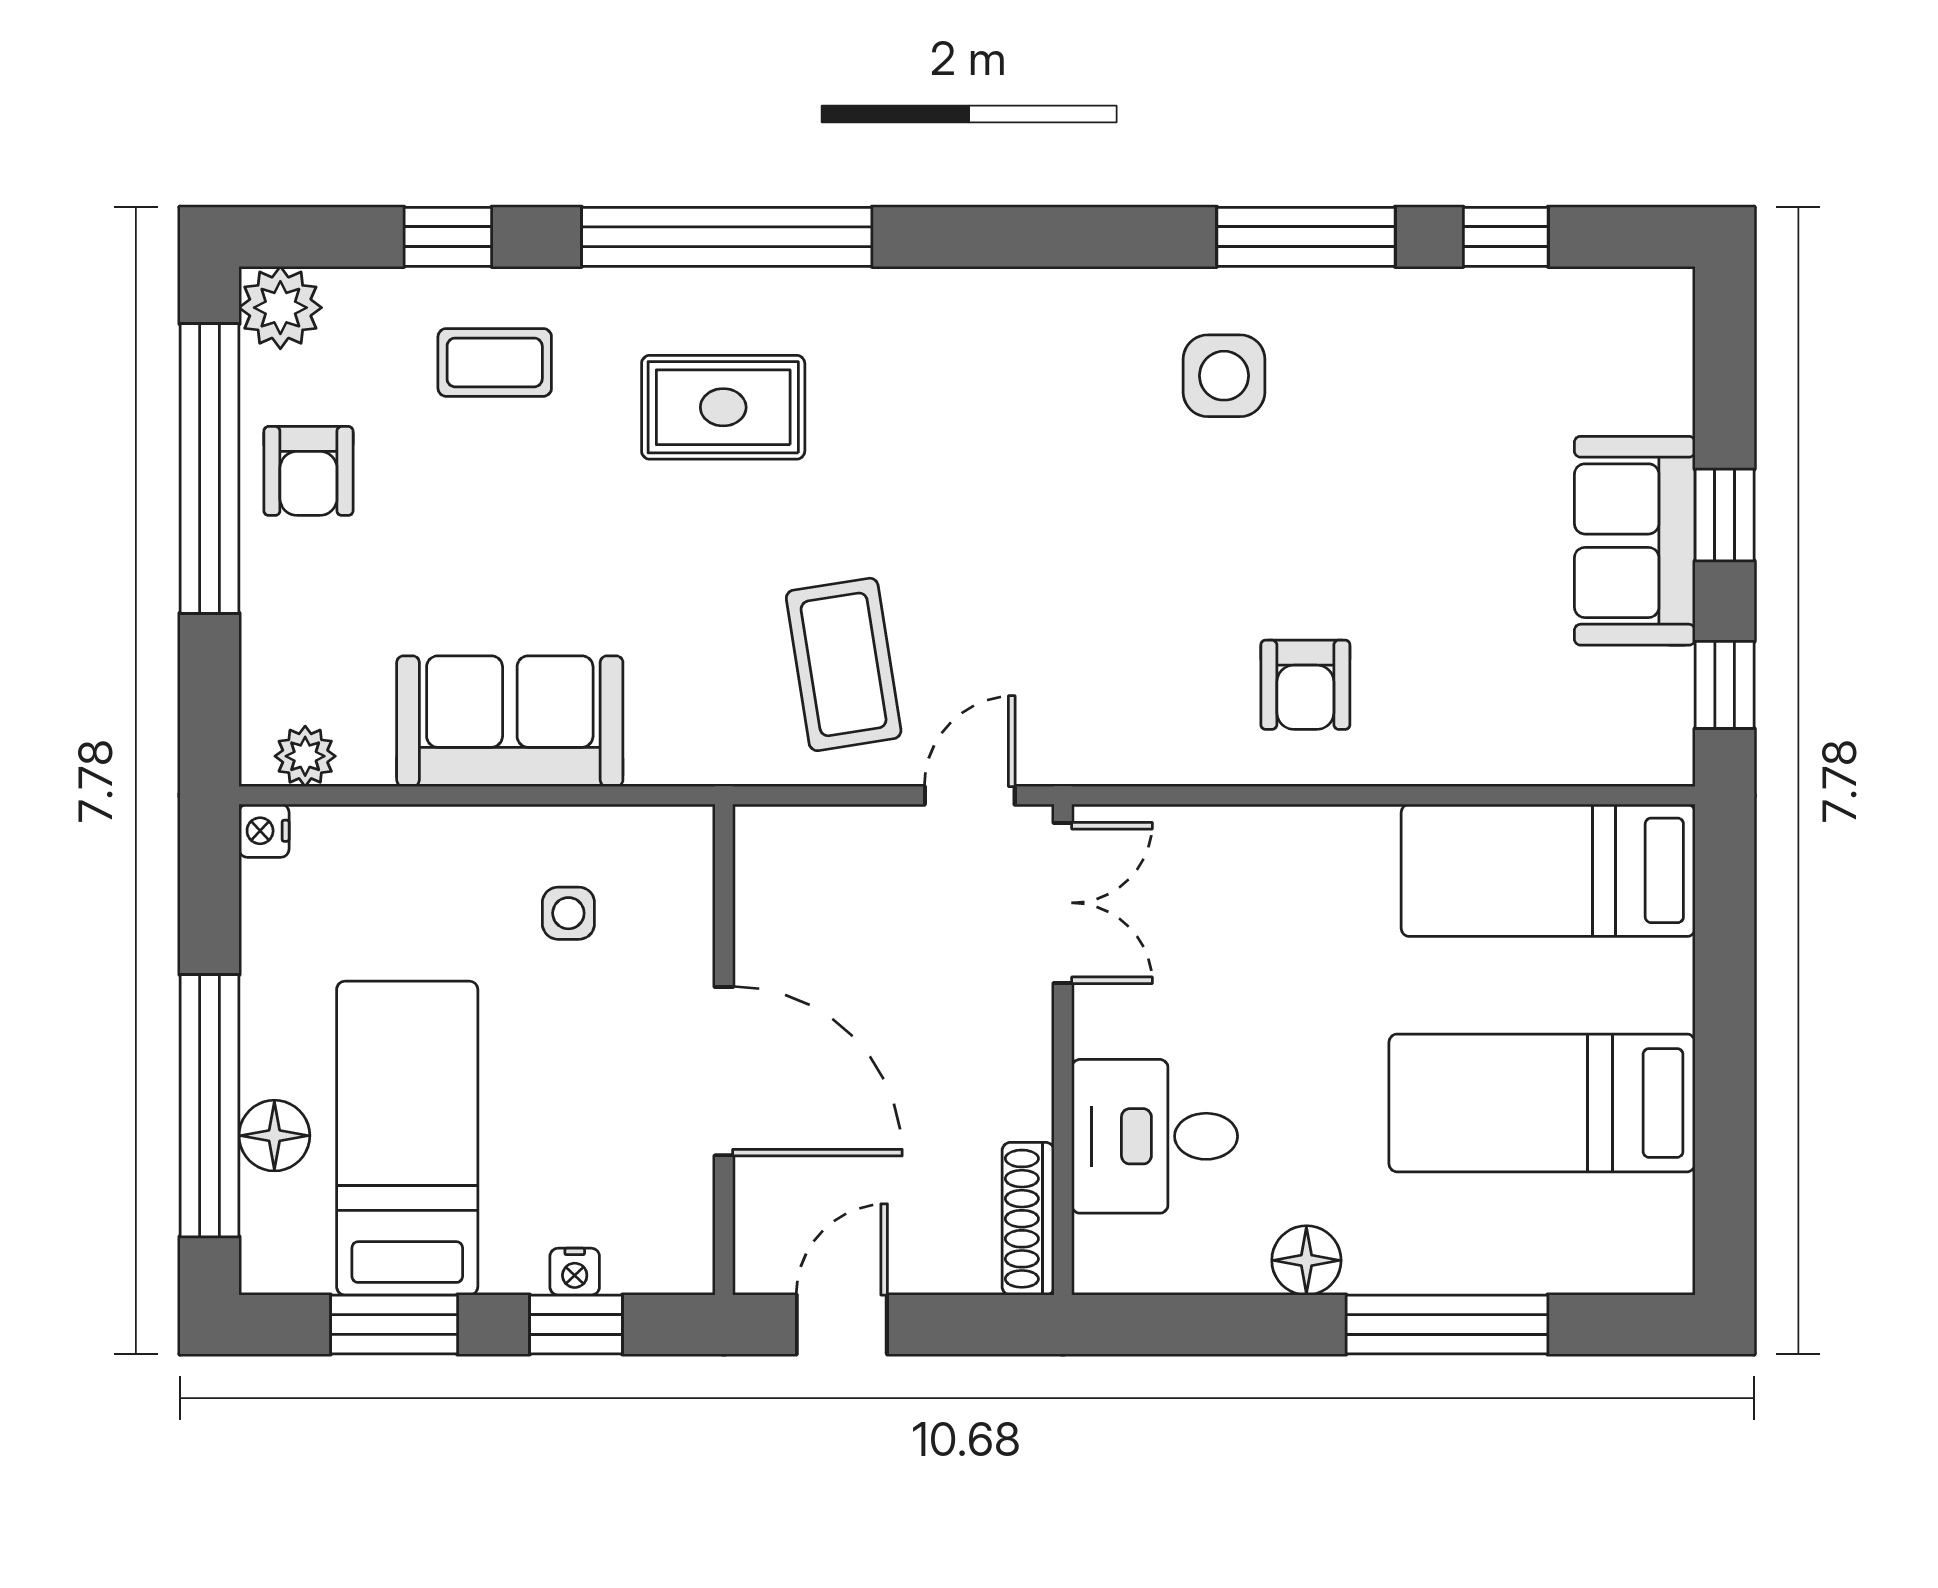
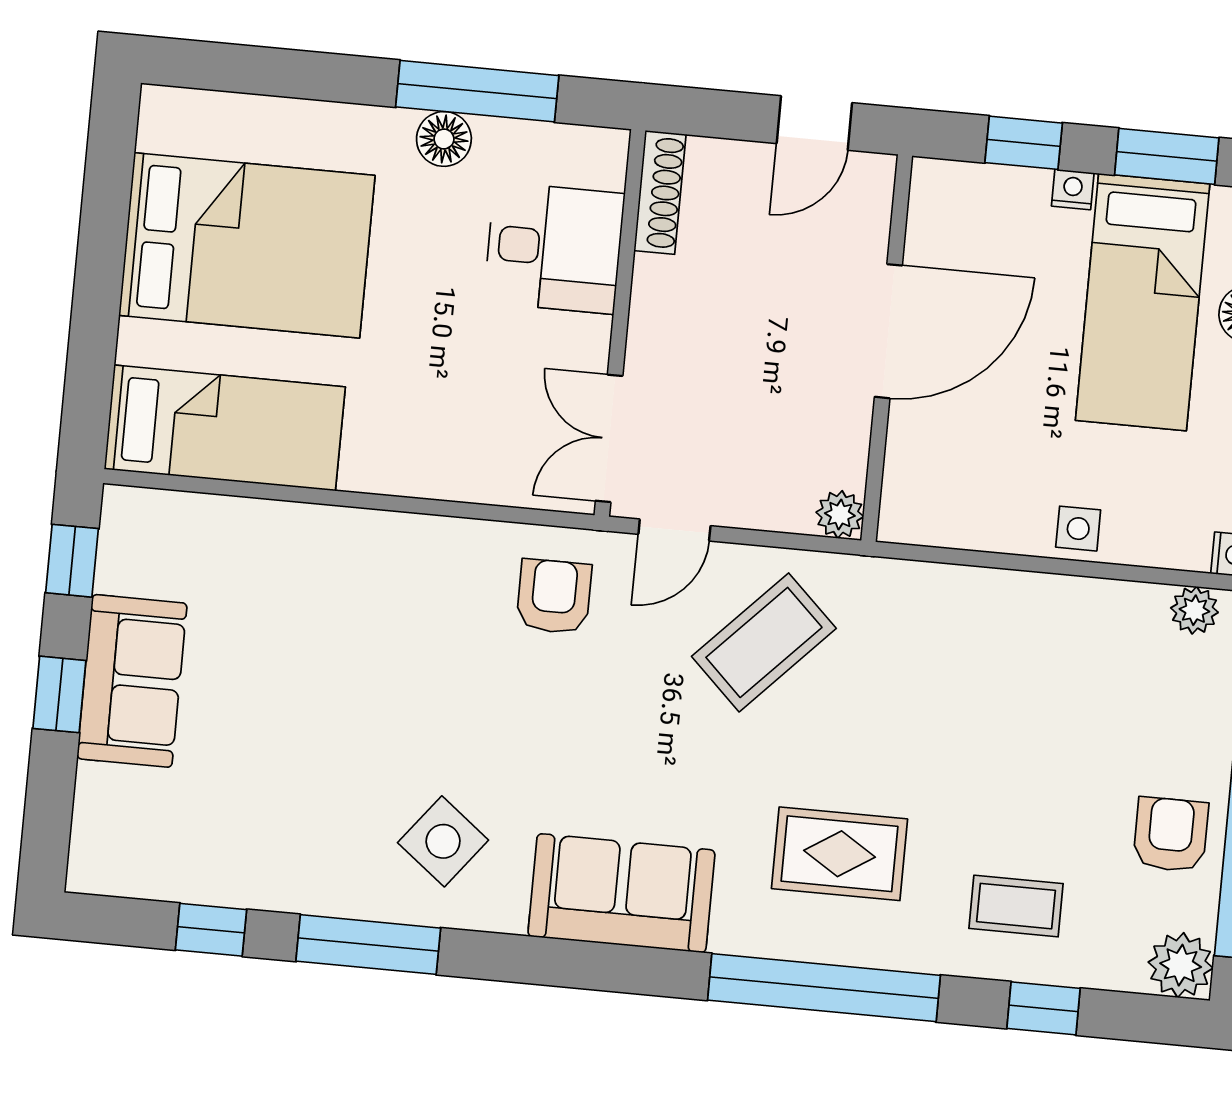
side table: (1224, 376) -> (443, 841), turned 38
coffee table: (844, 664) -> (764, 642), turned 53
armchair: (1305, 685) -> (554, 596), moved
sofa: (510, 721) -> (621, 893), moved, turned 180
plant: (763, 835) -> (840, 514), added
side table: (568, 913) -> (1078, 529), moved
door: (724, 1071) -> (888, 331), swing flipped
bed: (1542, 1103) -> (247, 245), width x1.50
nightstand: (575, 1272) -> (1073, 189), moved
window: (1447, 1324) -> (477, 91), moved

